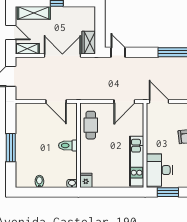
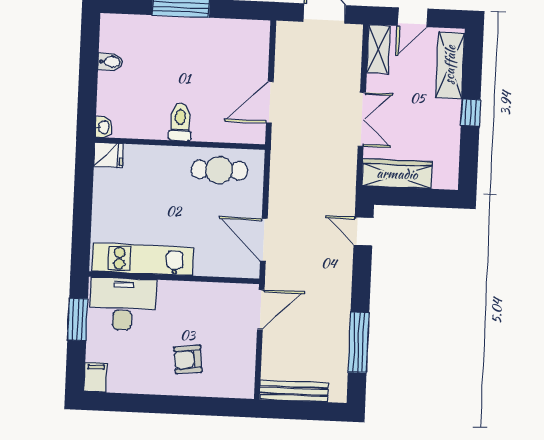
wardrobe: (89, 43) -> (397, 174), width x1.50
door: (118, 52) -> (363, 231), swing flipped
double door: (62, 56) -> (362, 119), width x0.73

